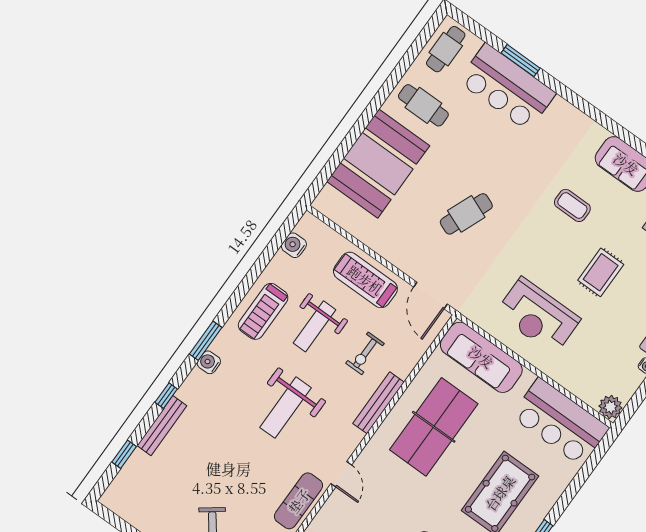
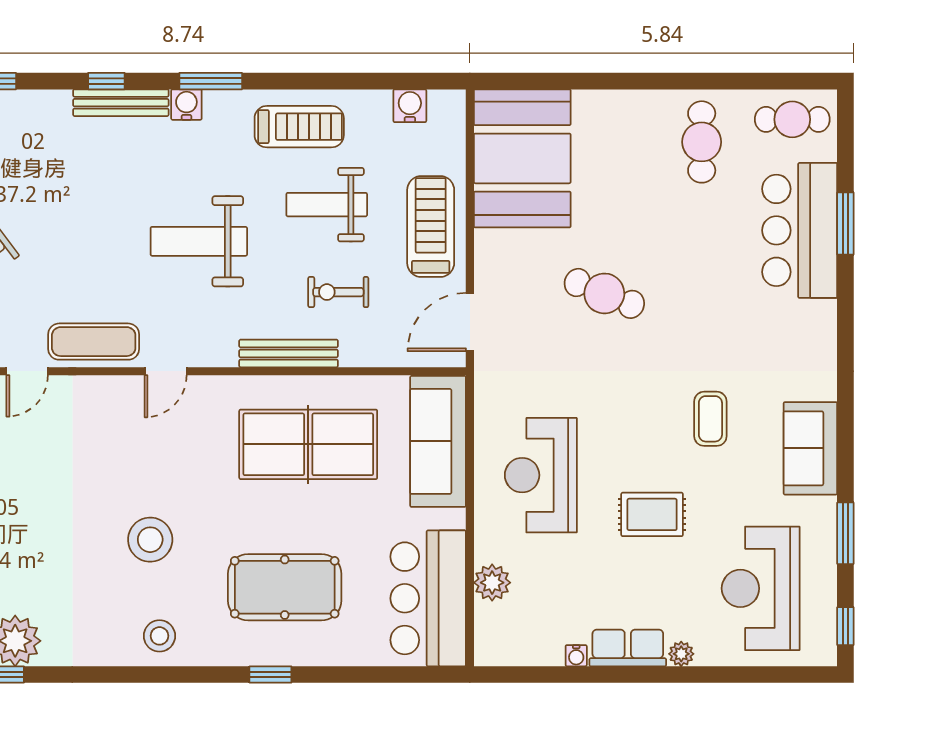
booth: (378, 164) -> (522, 158), moved, turned 90
treadmill: (263, 311) -> (299, 127), turned 180
plant: (610, 407) -> (492, 583), moved
bench: (162, 426) -> (121, 103), moved

